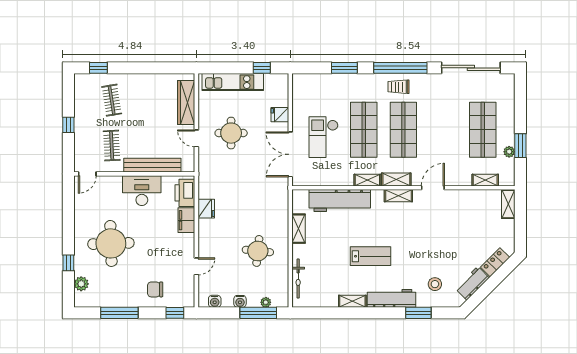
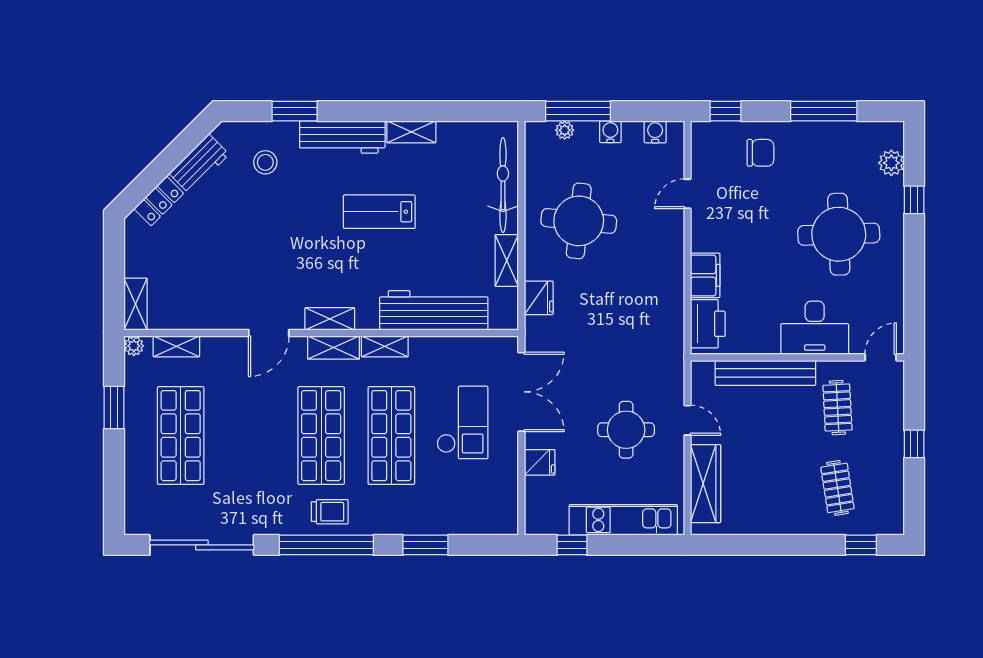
plant: (509, 152) -> (134, 346), moved
desk: (142, 191) -> (815, 328), moved
fridge: (206, 209) -> (539, 298), moved, turned 180
round table: (258, 251) -> (579, 221), width x1.36, depth x1.36
bicycle: (298, 279) -> (503, 185), width x1.37, depth x1.40

